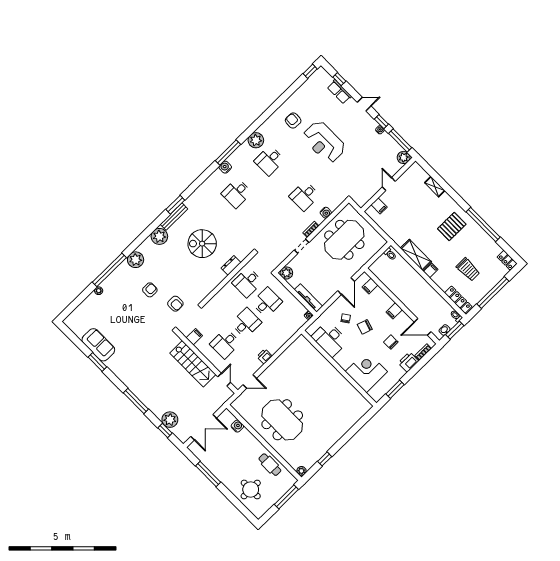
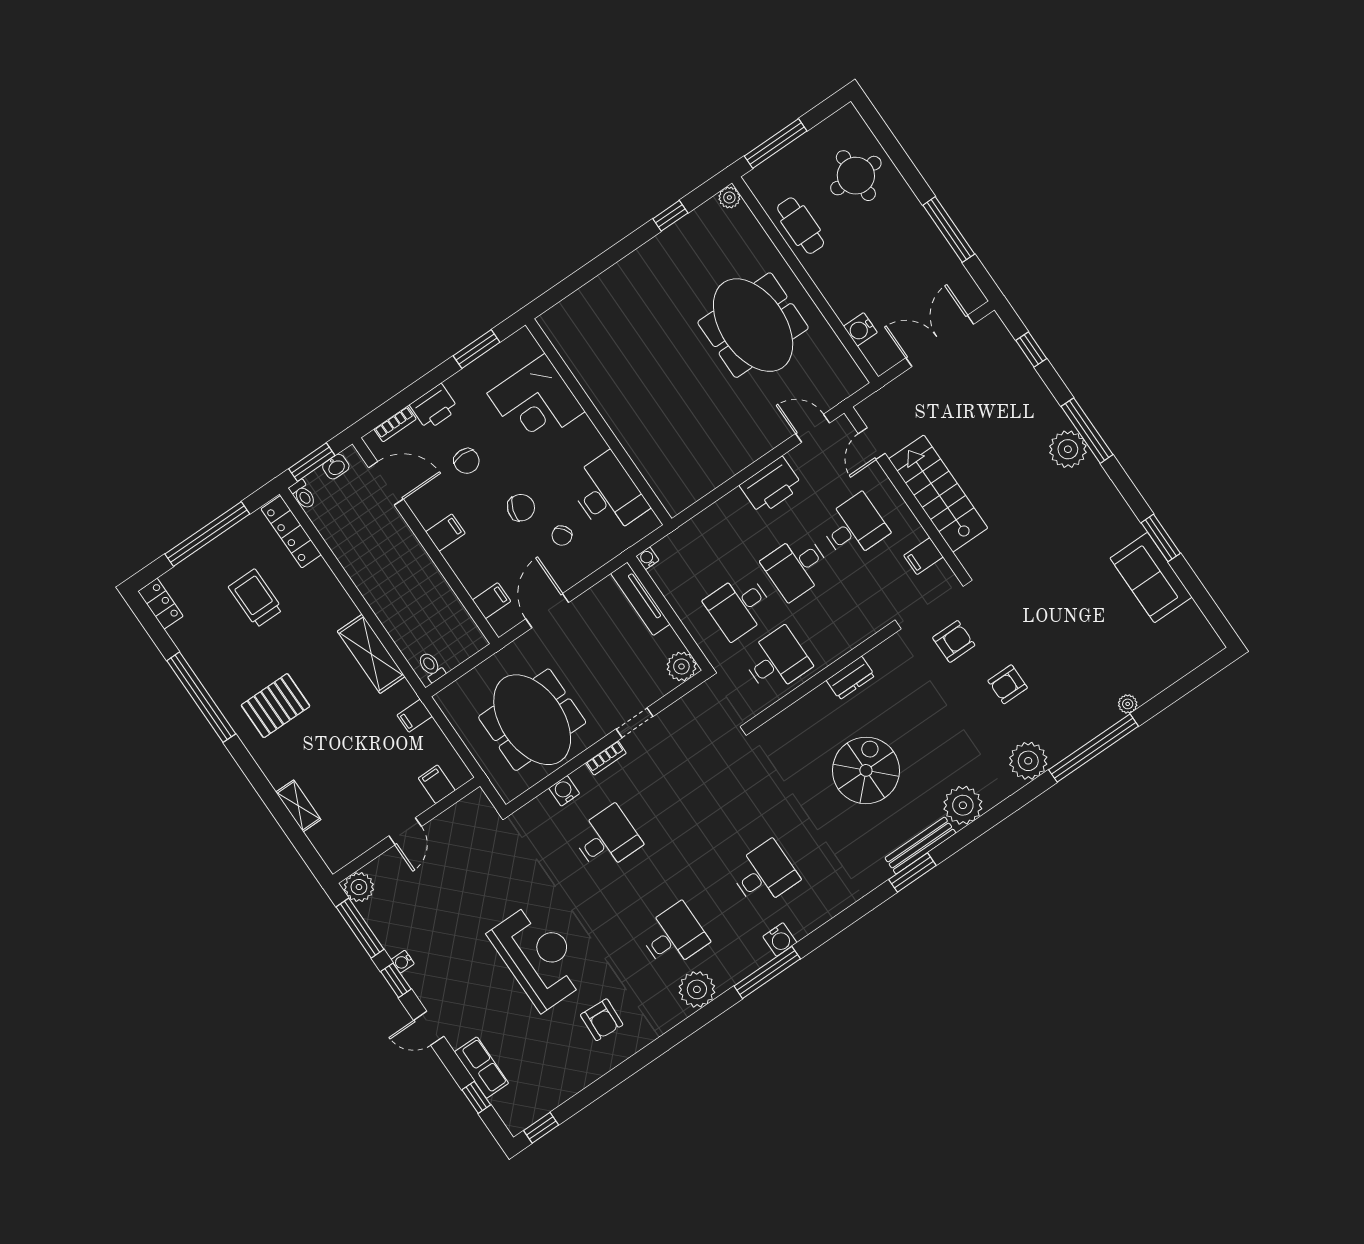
meeting table: (344, 240) -> (532, 720), turned 90
spiral stairs: (202, 244) -> (866, 770), turned -90
dresser: (231, 265) -> (851, 678), moved
filing cabinet: (431, 270) -> (415, 716), moved
armchair: (175, 304) -> (954, 641), turned 90
printer: (264, 356) -> (771, 486), width x1.87, depth x1.48
plant: (170, 420) -> (1068, 449), moved

